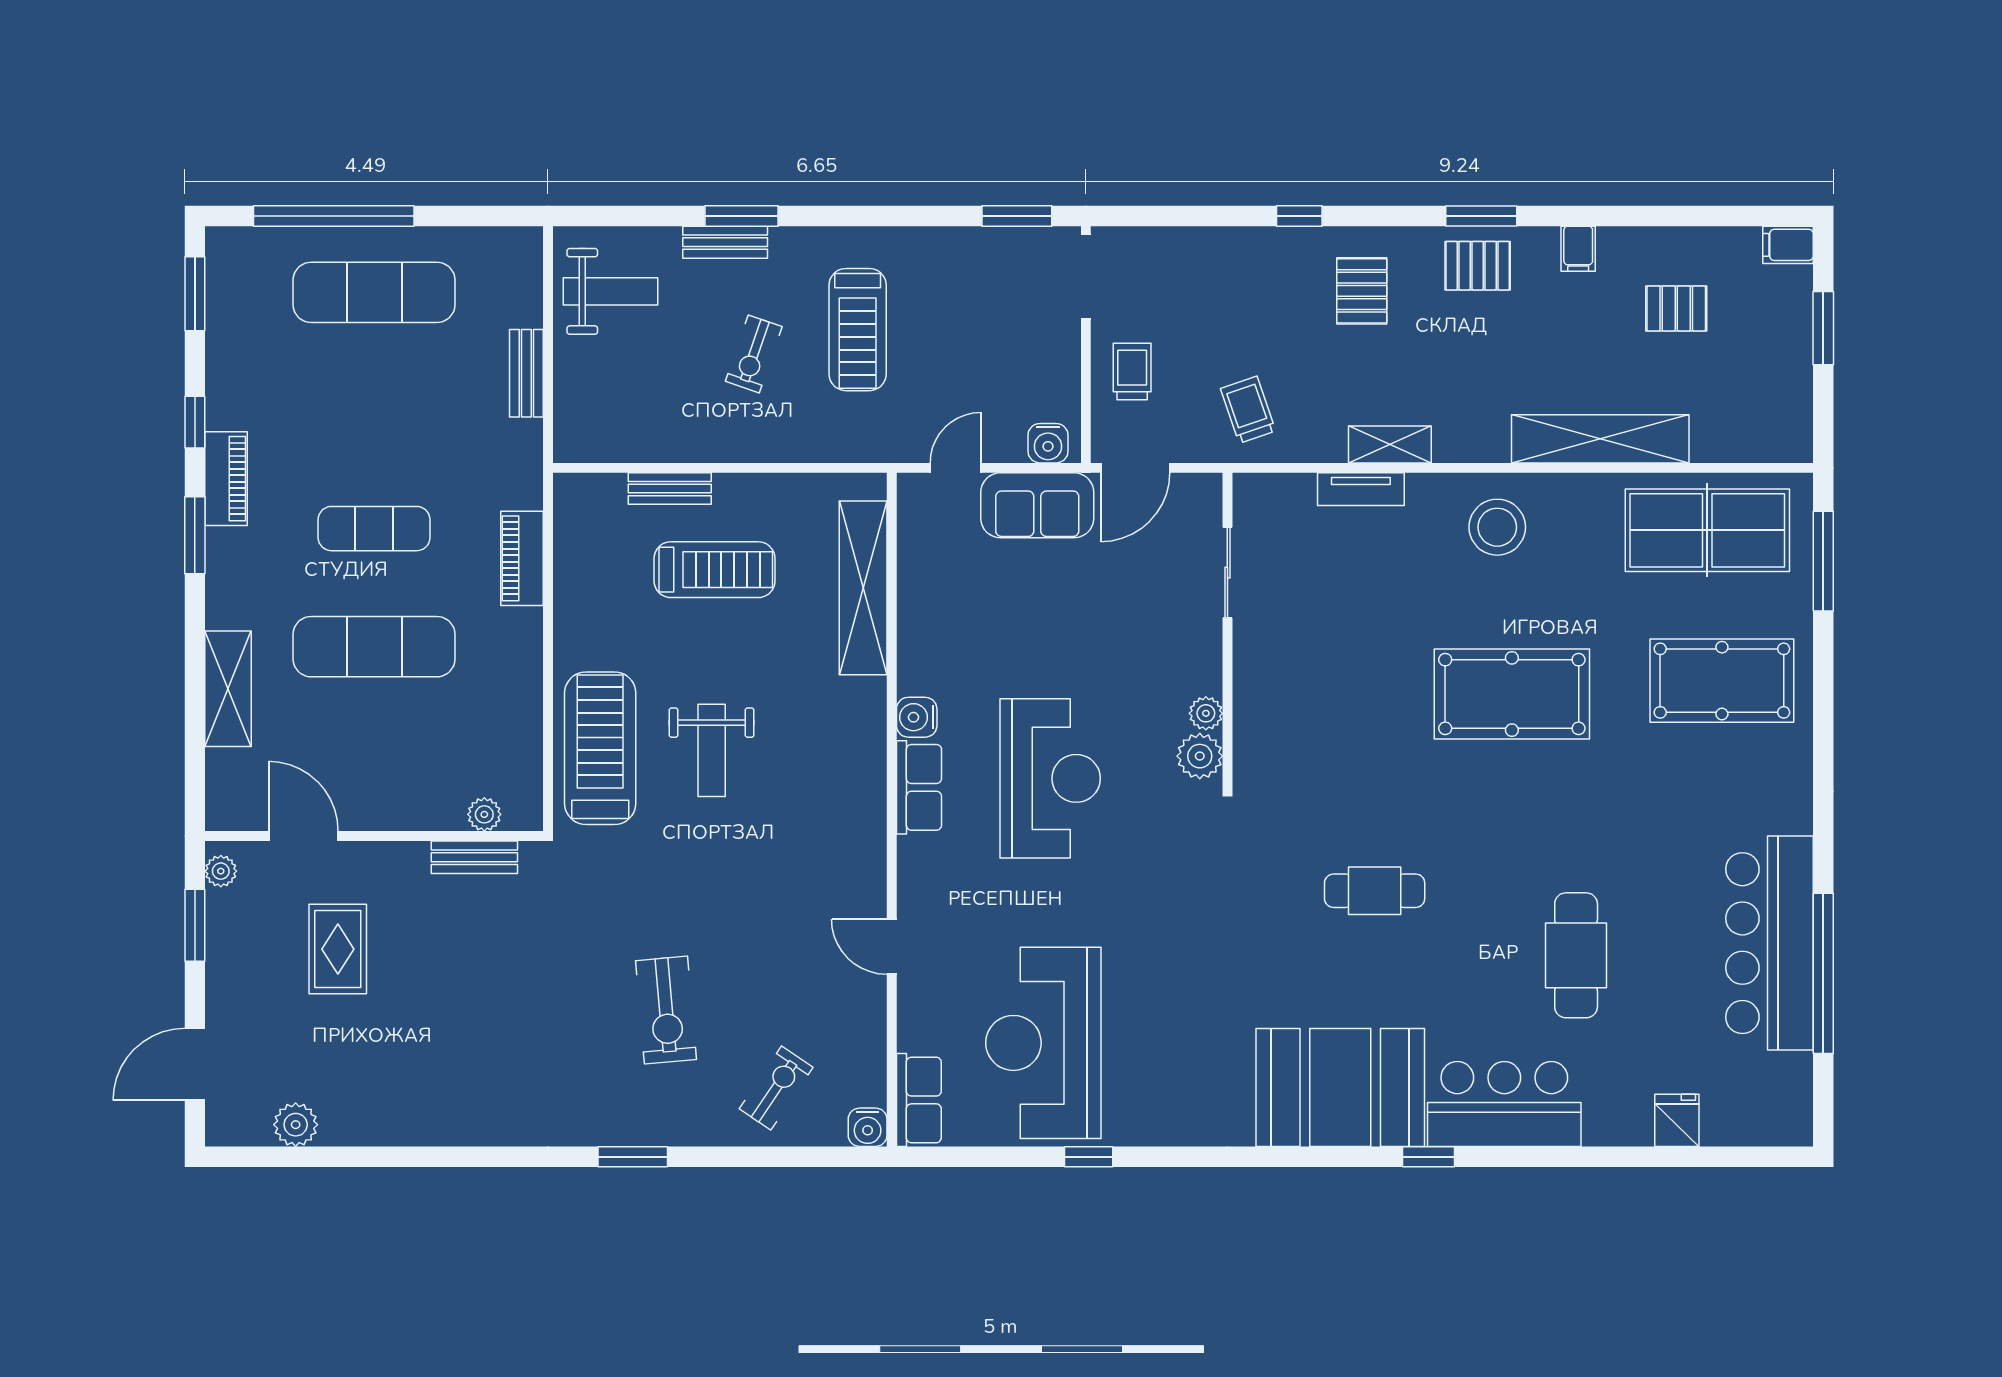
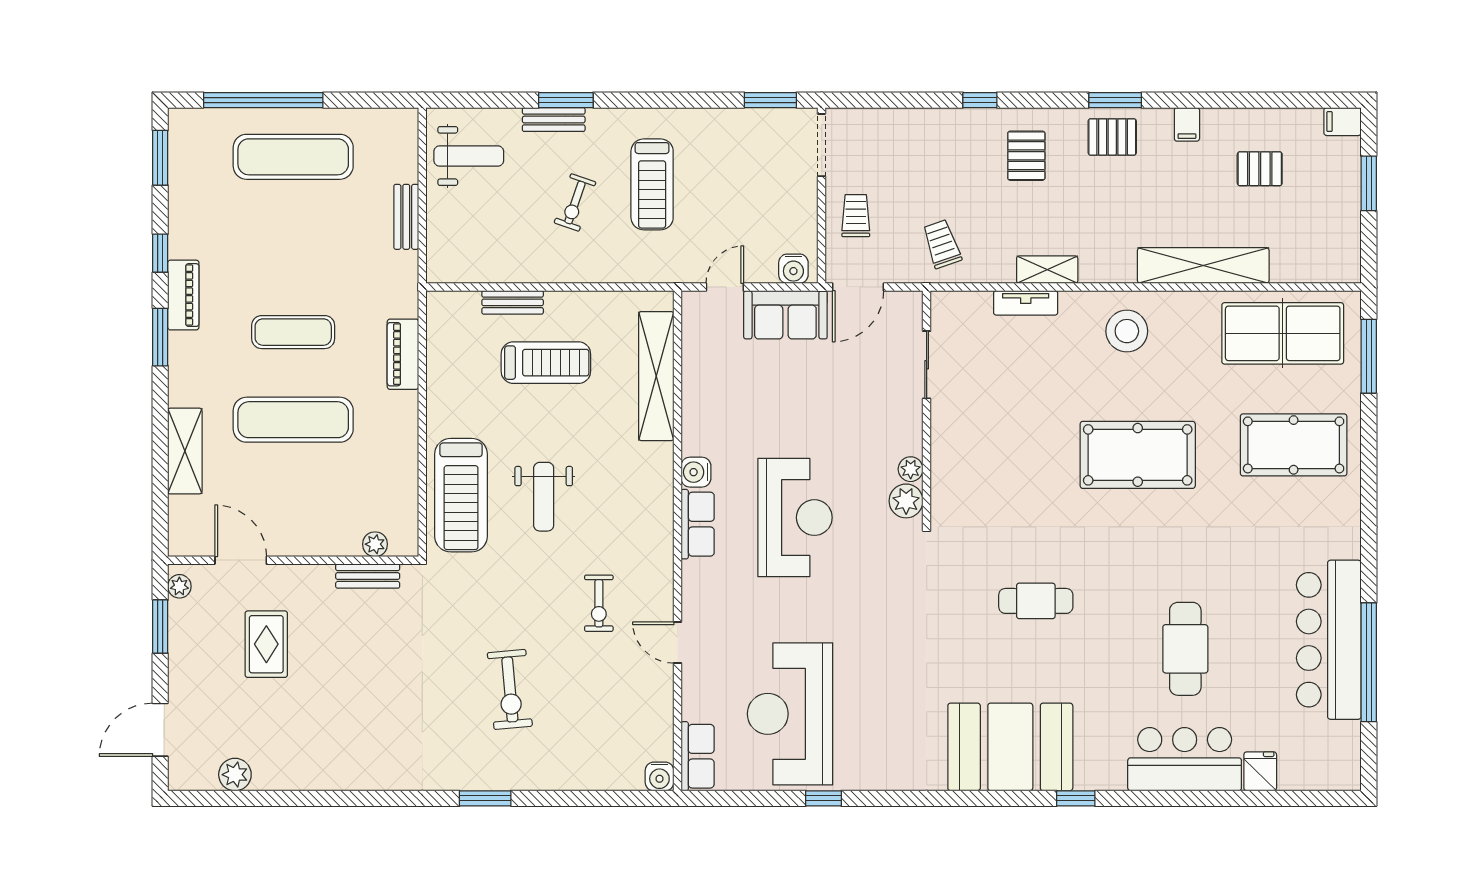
treadmill: (600, 748) -> (461, 495), turned 180
exercise bike: (776, 1088) -> (599, 603), moved, turned 146
bar counter: (1504, 1104) -> (1185, 759), moved

